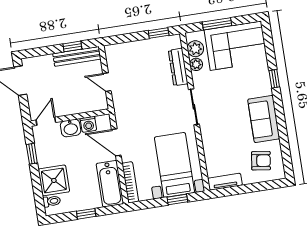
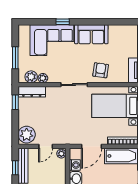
corner sofa: (236, 46) -> (52, 40), moved, turned 90
plant: (118, 55) -> (27, 135), added
dresser: (178, 67) -> (32, 92), moved
plant: (101, 104) -> (61, 154), added
armchair: (261, 161) -> (101, 70), moved

